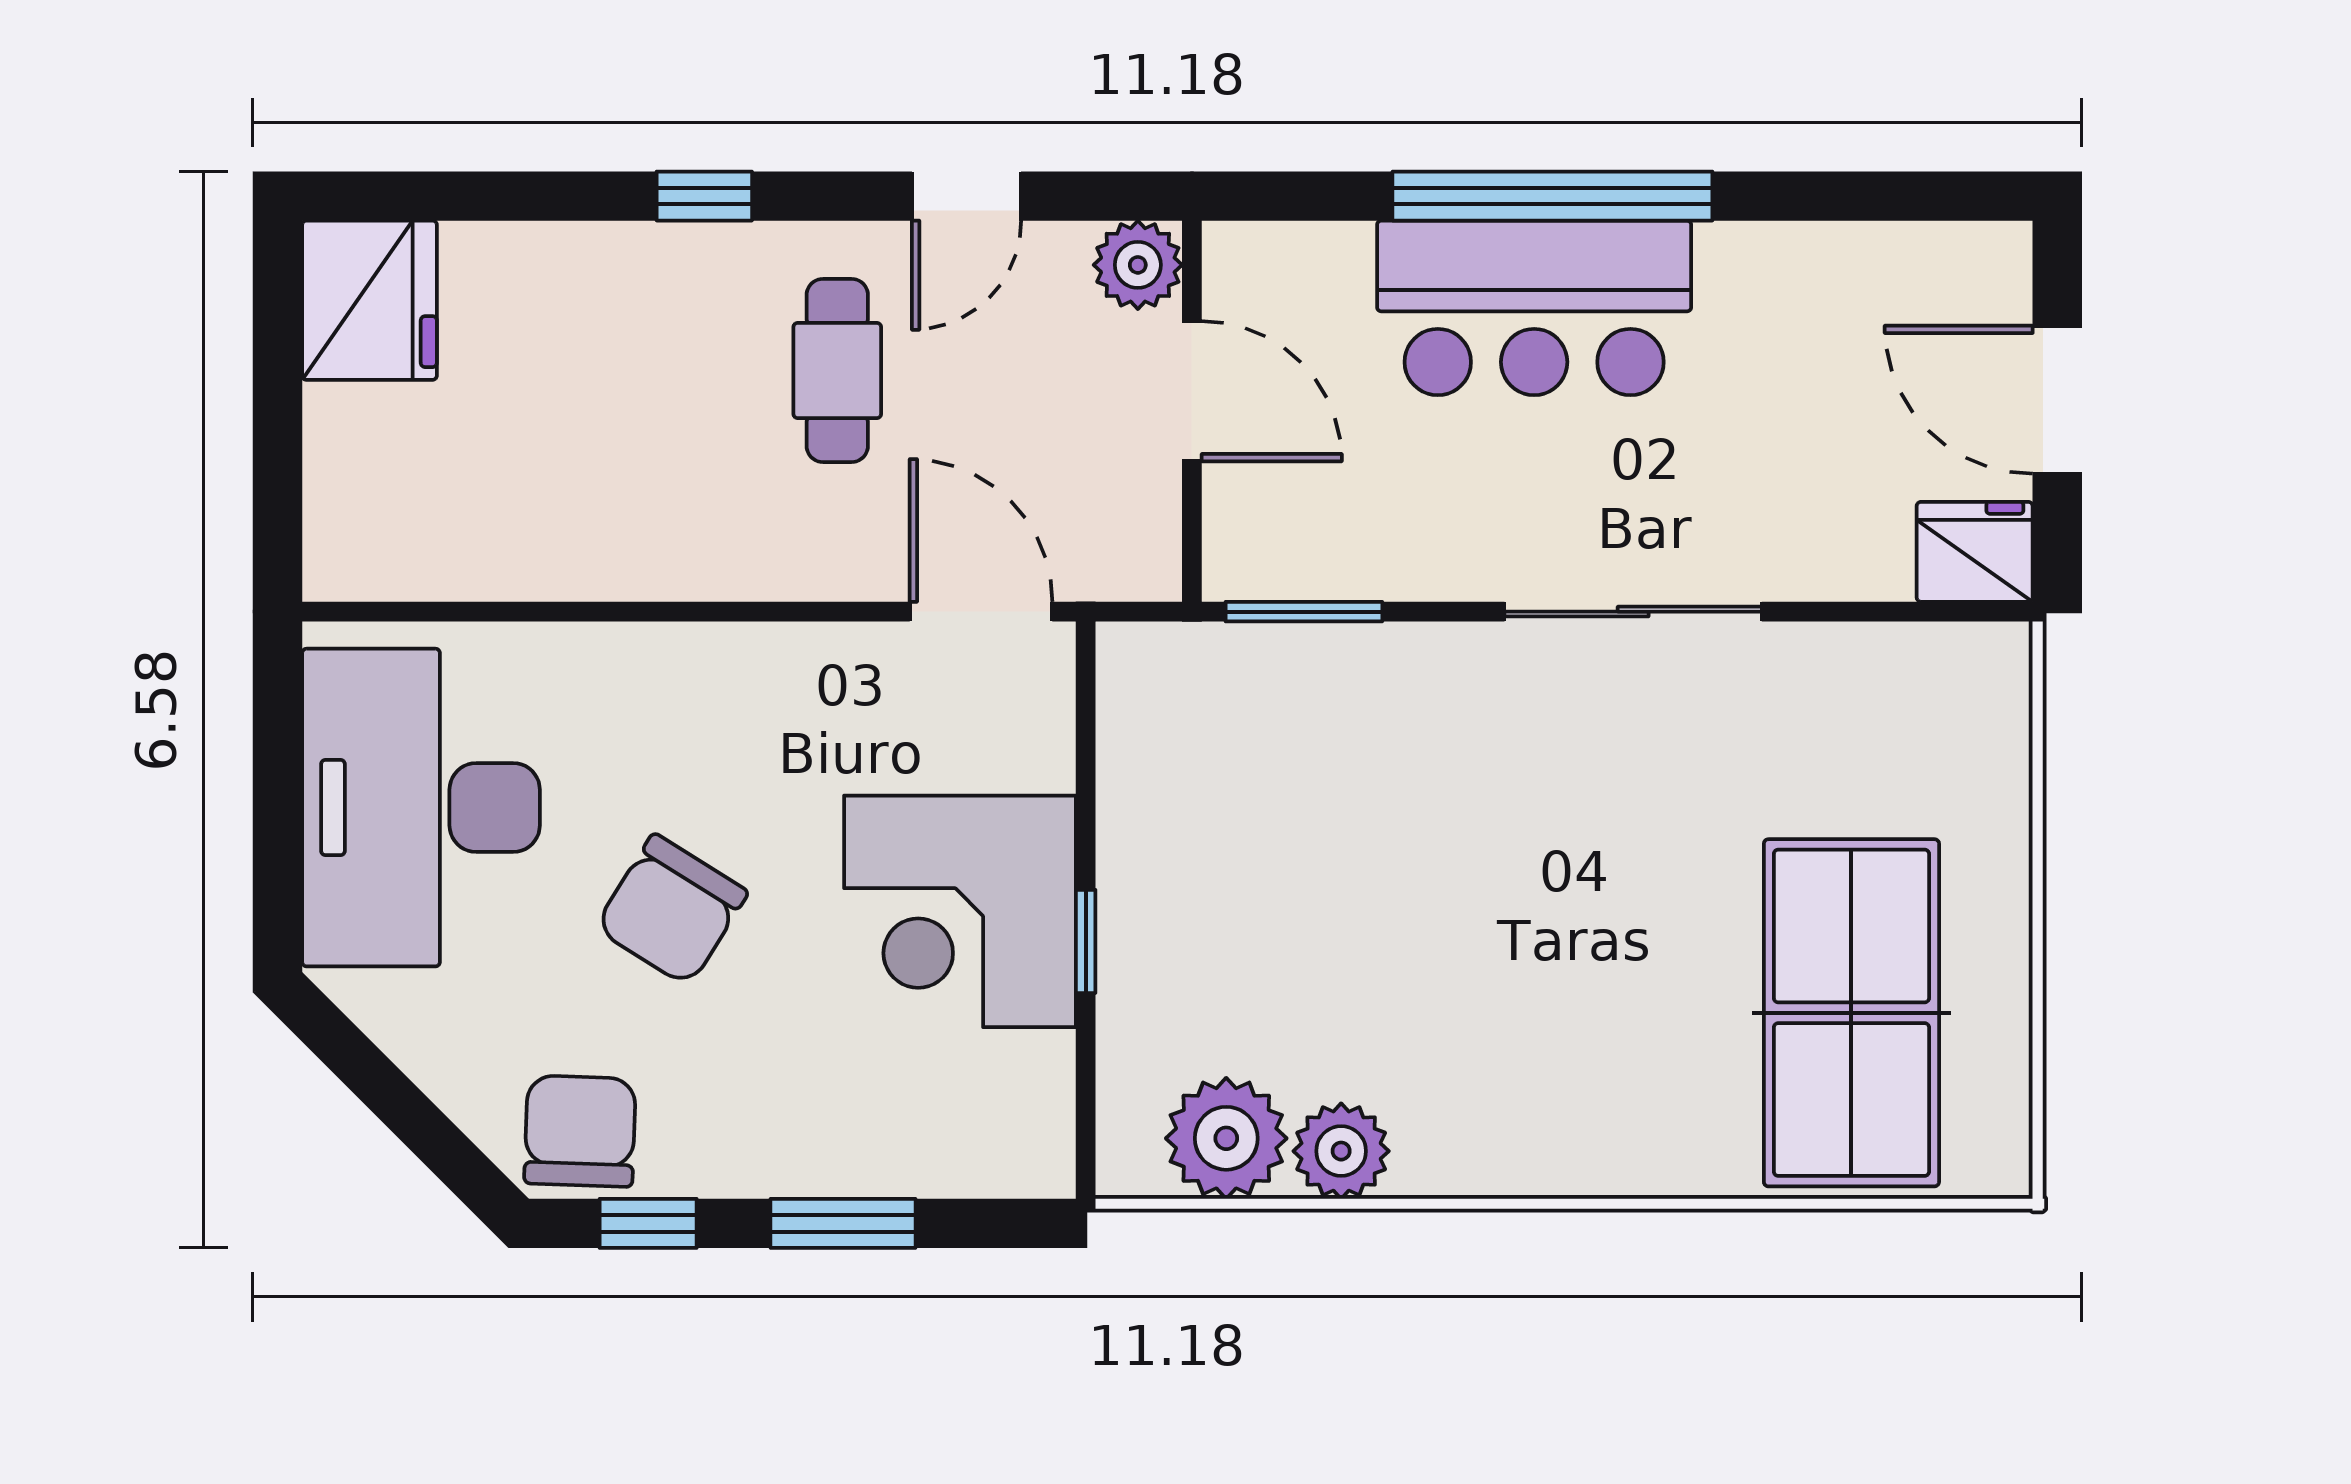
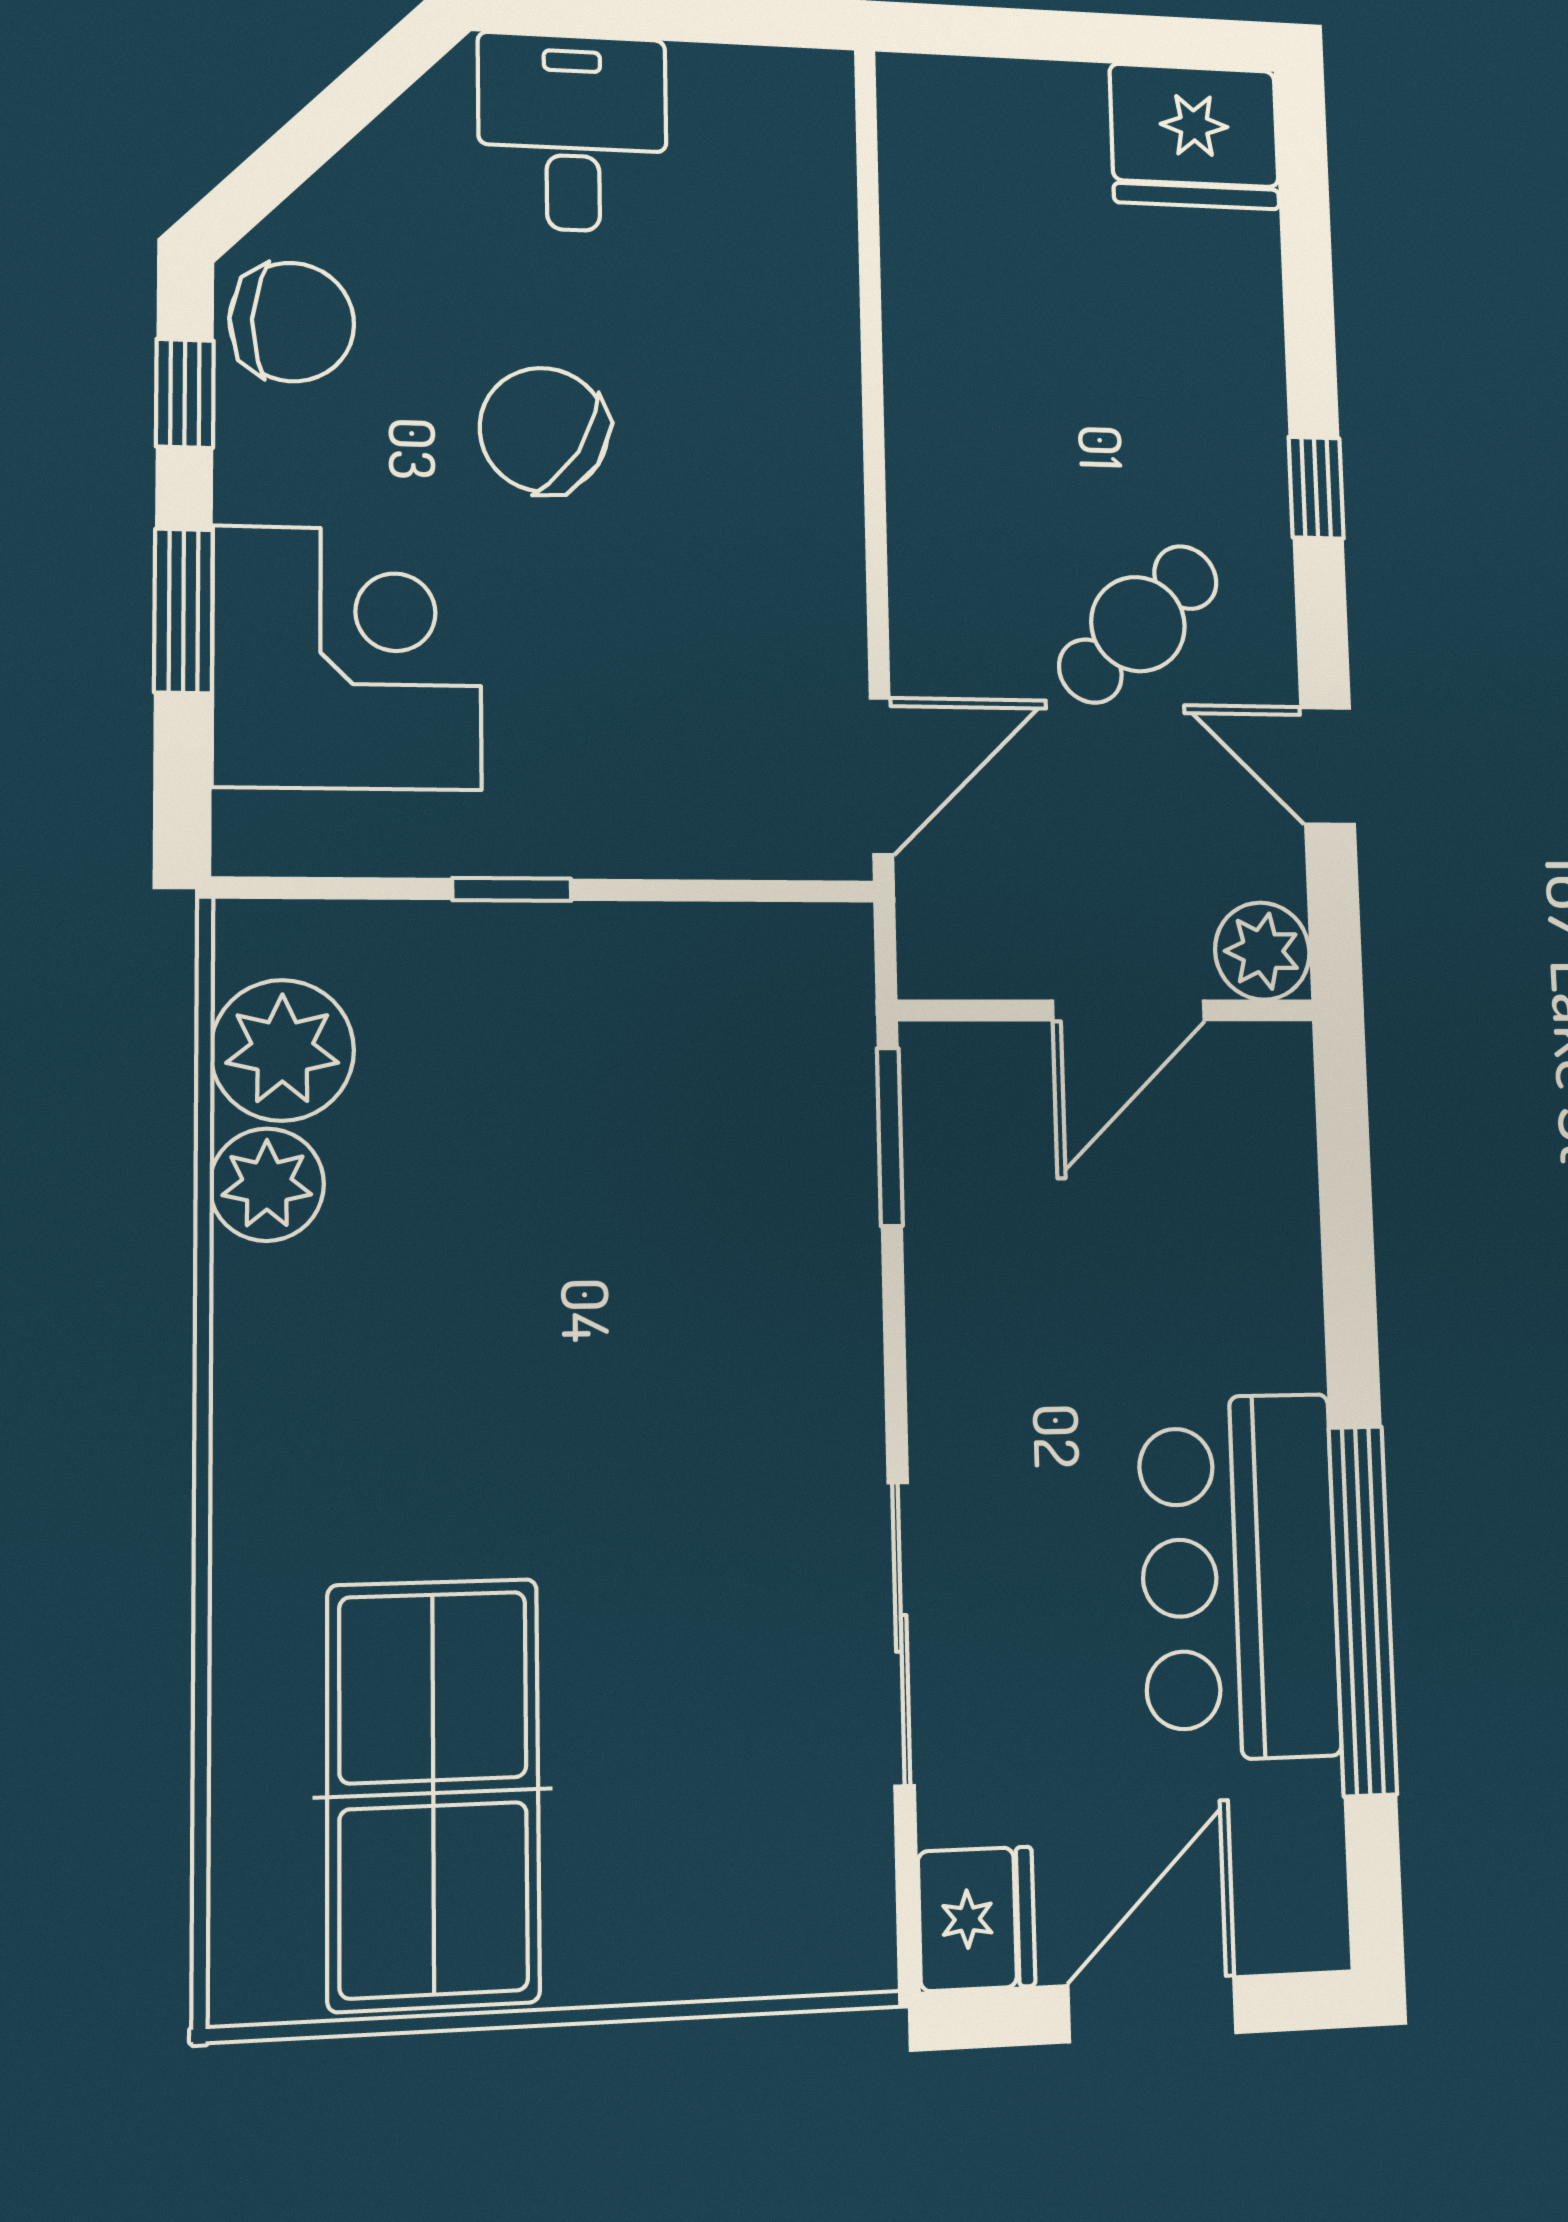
window: (1552, 196) -> (1363, 1610), moved
bar counter: (1534, 308) -> (1239, 1576), moved
cafe table: (837, 370) -> (1138, 624), turned -44
sliding door: (1633, 612) -> (901, 1633), moved
desk: (421, 808) -> (573, 133), width x0.53, depth x0.77
corner desk: (960, 911) -> (347, 658), moved, turned 90
table tennis table: (1851, 1013) -> (433, 1793), turned 90

